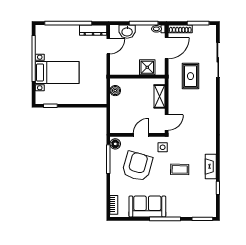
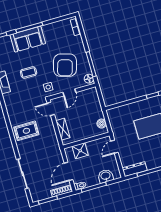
door: (108, 46) -> (114, 147), moved
rug: (190, 76) -> (26, 131), moved, turned 90
door: (167, 122) -> (51, 109), hinge flipped
sofa: (147, 206) -> (28, 39), moved

